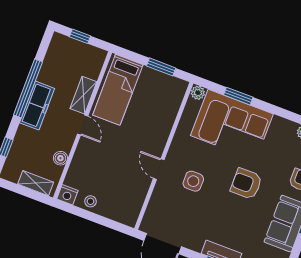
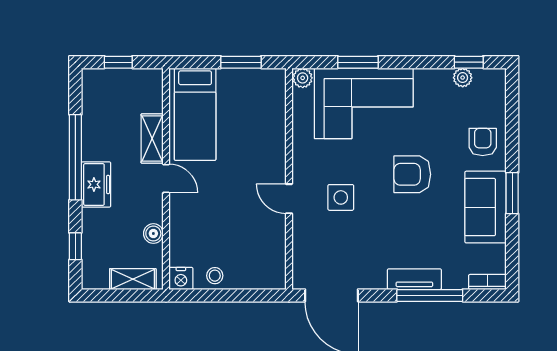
freezer: (37, 106) -> (96, 184), width x0.71

